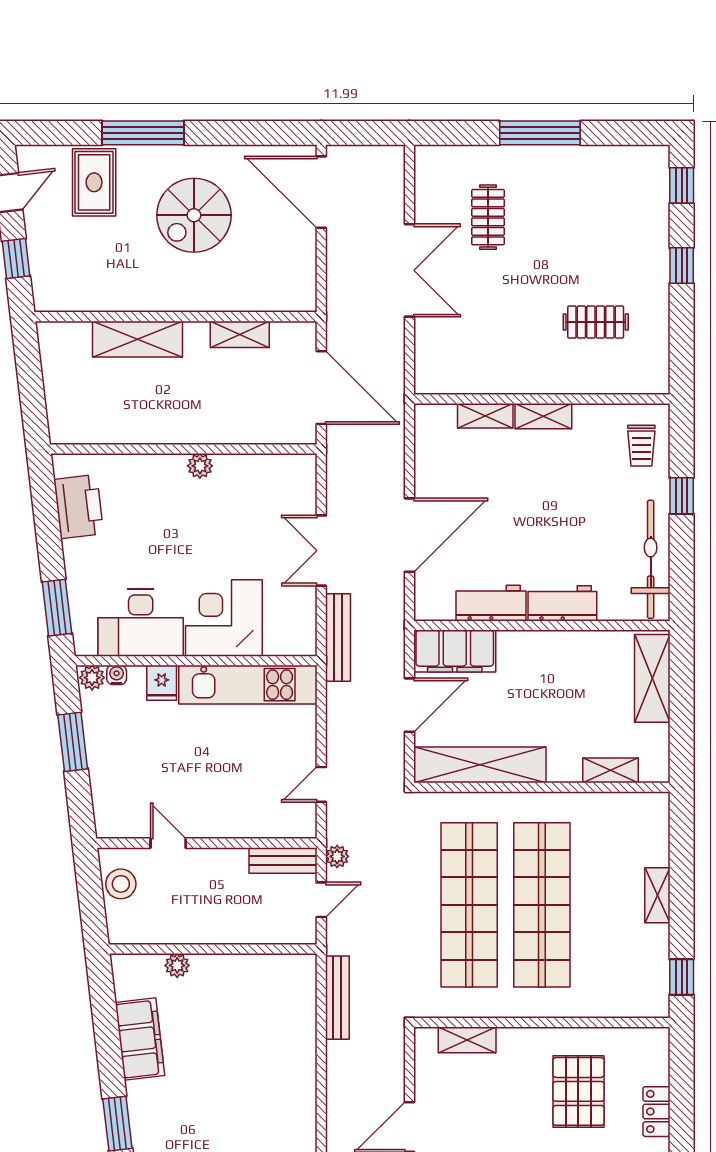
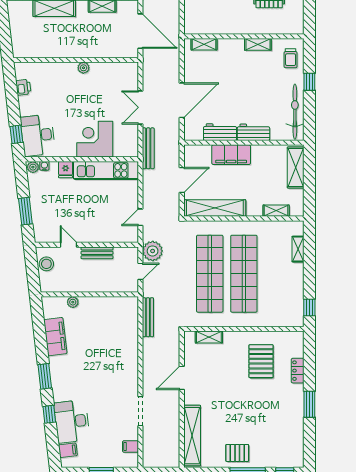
shelving: (485, 416) -> (204, 44), moved
shelving: (543, 416) -> (258, 44), moved
printer: (79, 507) -> (23, 87), width x0.53, depth x0.68
window: (57, 608) -> (16, 134), width x0.67
desk: (141, 623) -> (38, 135), moved, turned 83
filing cabinet: (455, 651) -> (231, 155), moved
window: (73, 742) -> (25, 211), moved
plant: (337, 856) -> (153, 251), width x1.88, depth x1.88
bench: (283, 860) -> (97, 253), moved
shelving: (657, 895) -> (298, 249), moved

